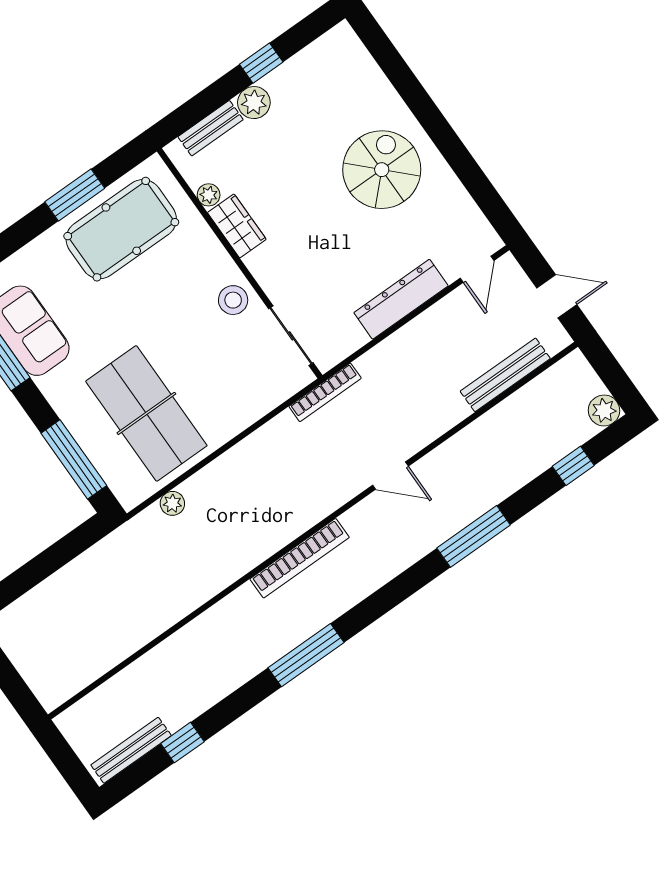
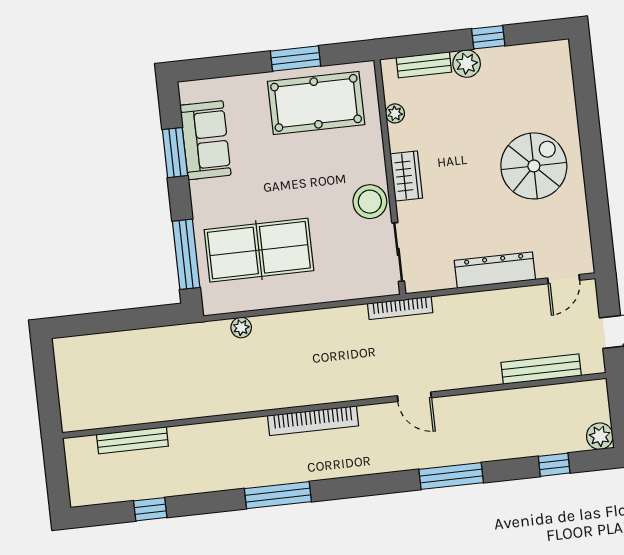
wardrobe: (237, 226) -> (406, 176), moved
stool: (233, 300) -> (370, 202), width x1.38, depth x1.38
table tennis table: (146, 413) -> (259, 250), turned 90
bench: (131, 750) -> (132, 440), moved

